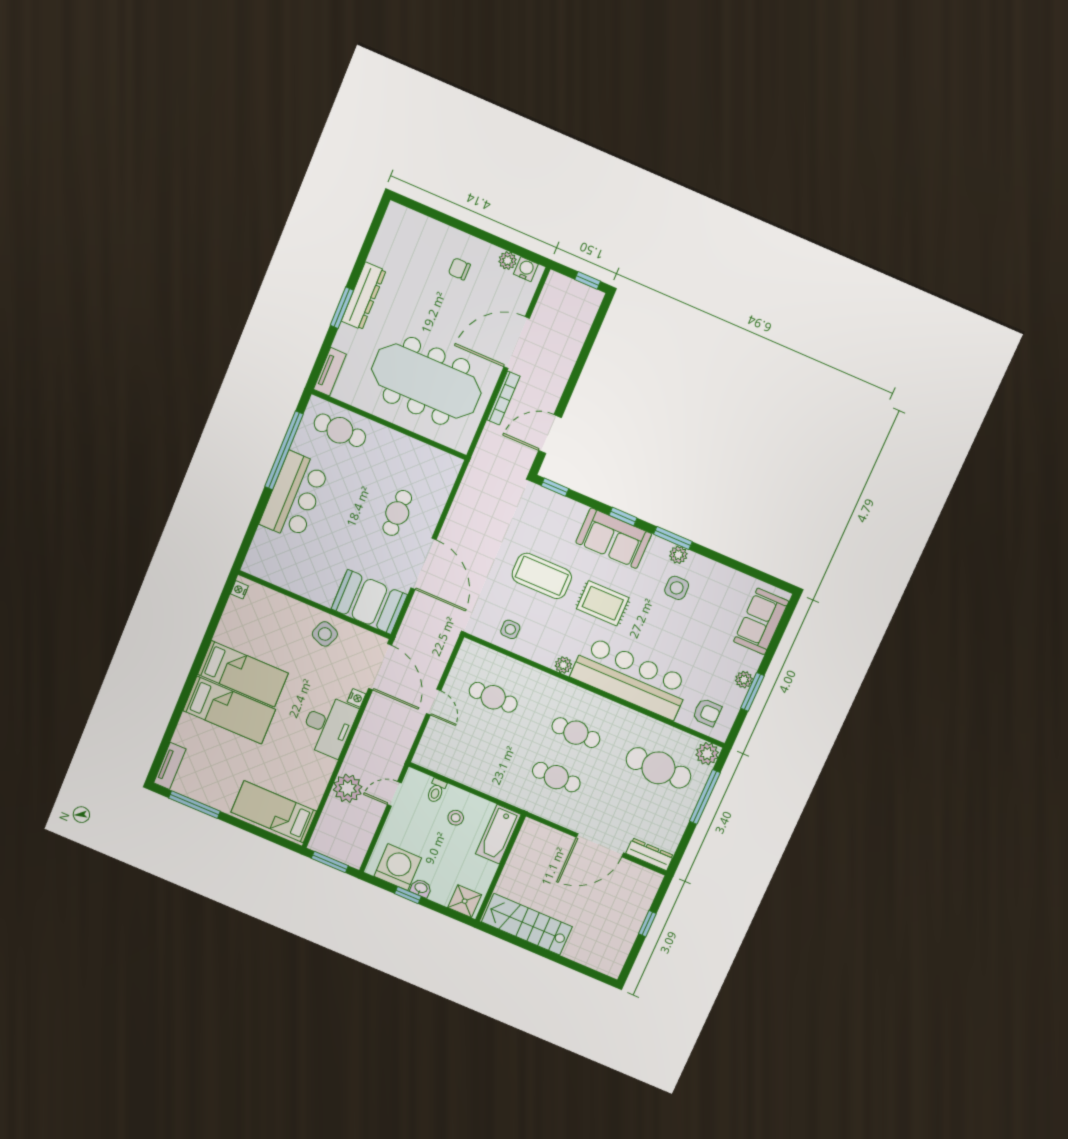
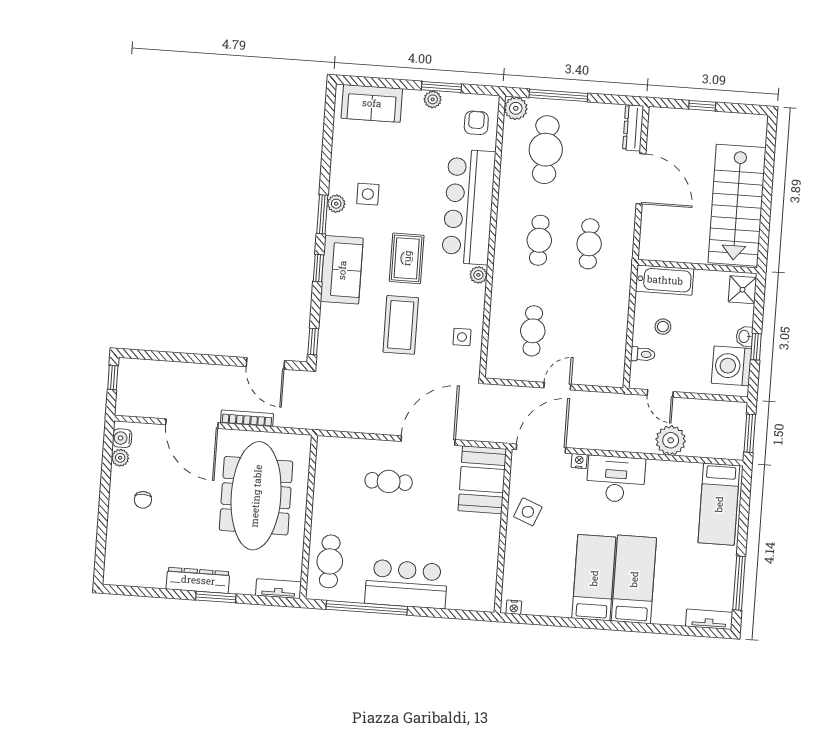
stairs: (527, 924) -> (737, 205), width x1.36, depth x1.51

